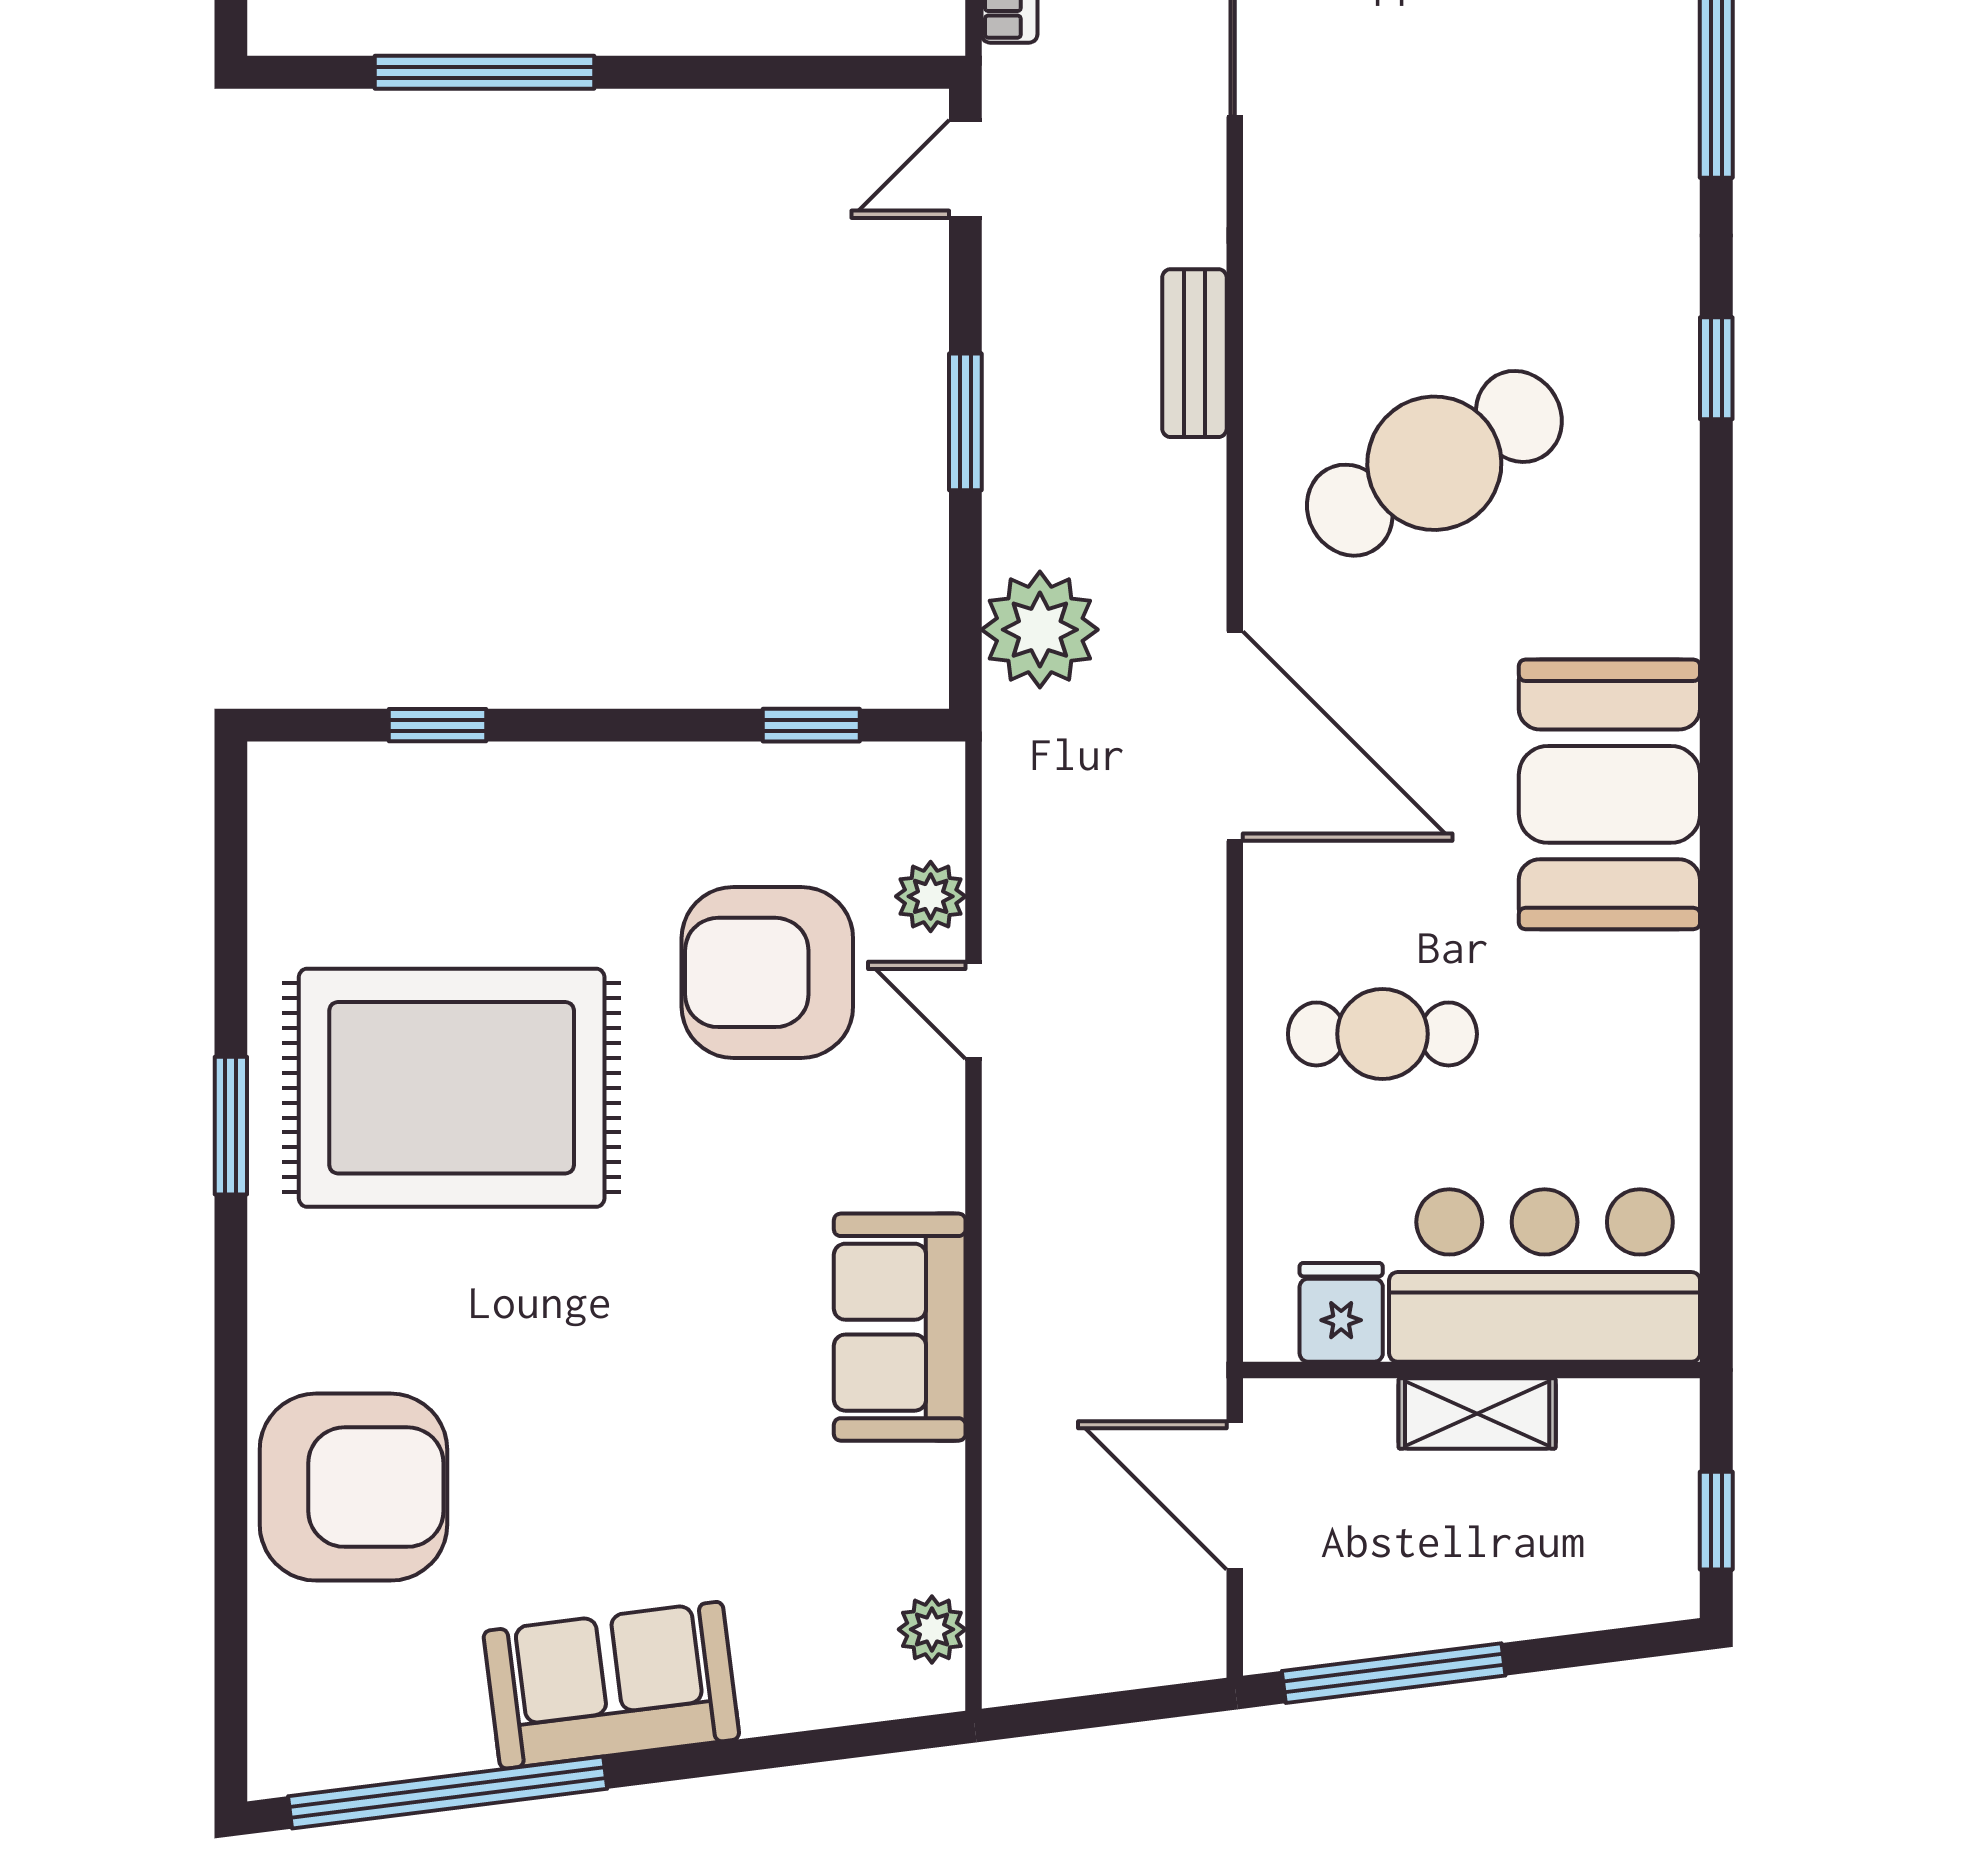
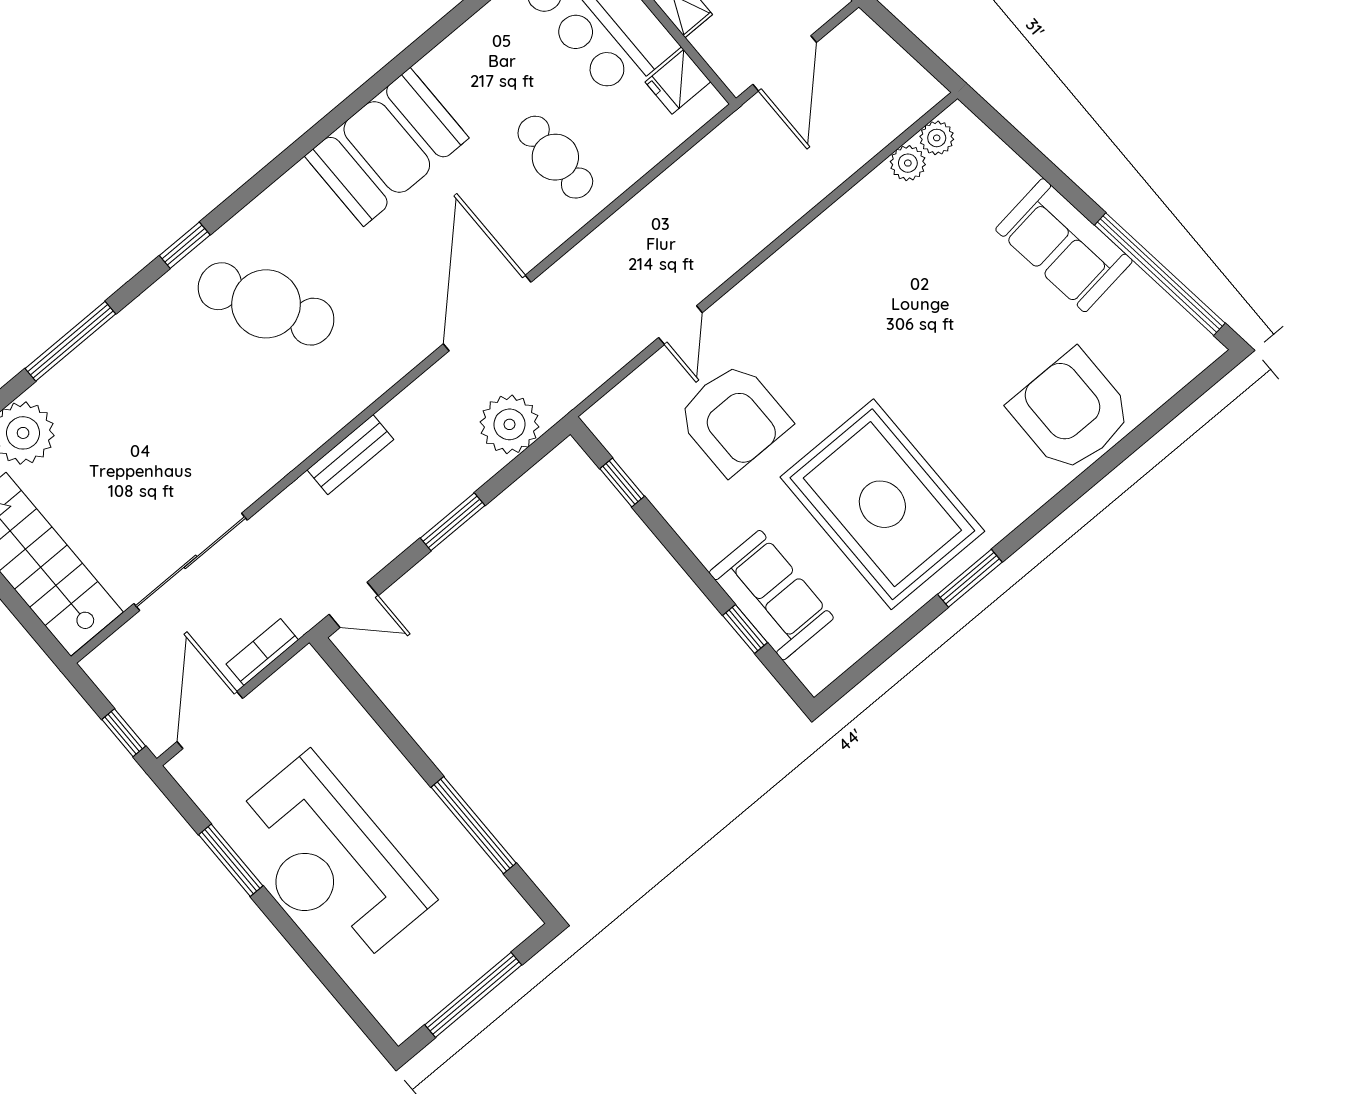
cafe table: (1434, 463) -> (266, 304), moved
plant: (931, 896) -> (908, 163), moved
sofa: (900, 1327) -> (771, 595), moved, turned -90

